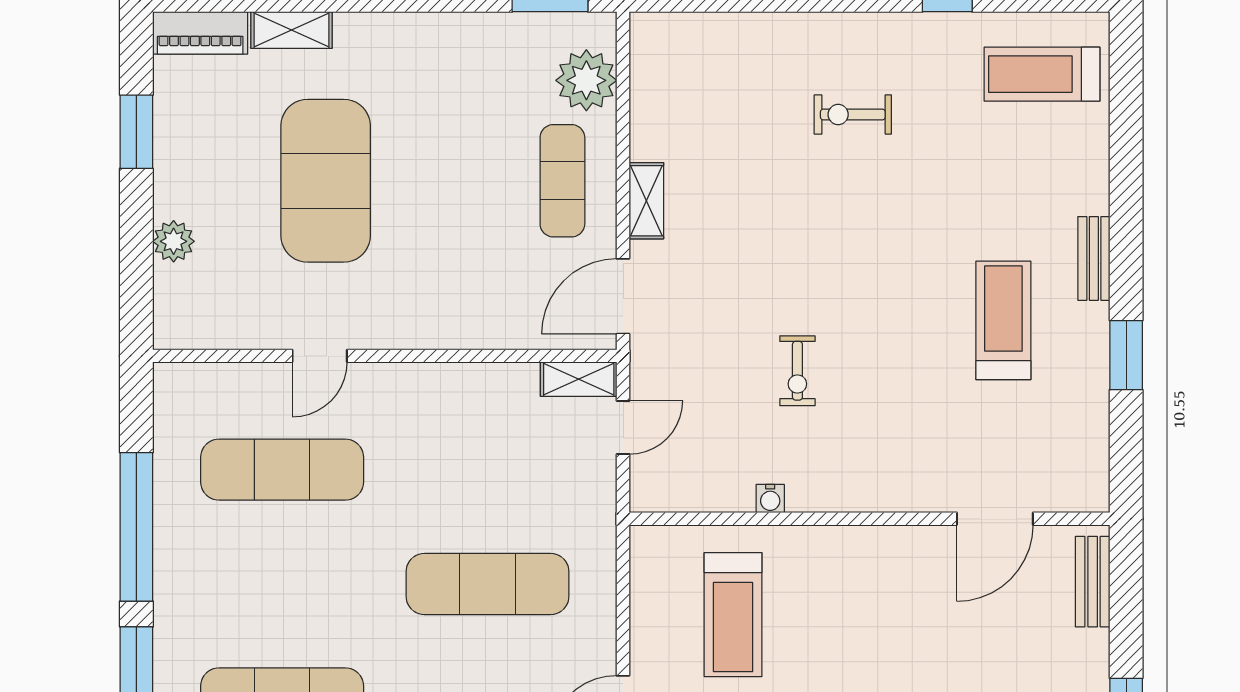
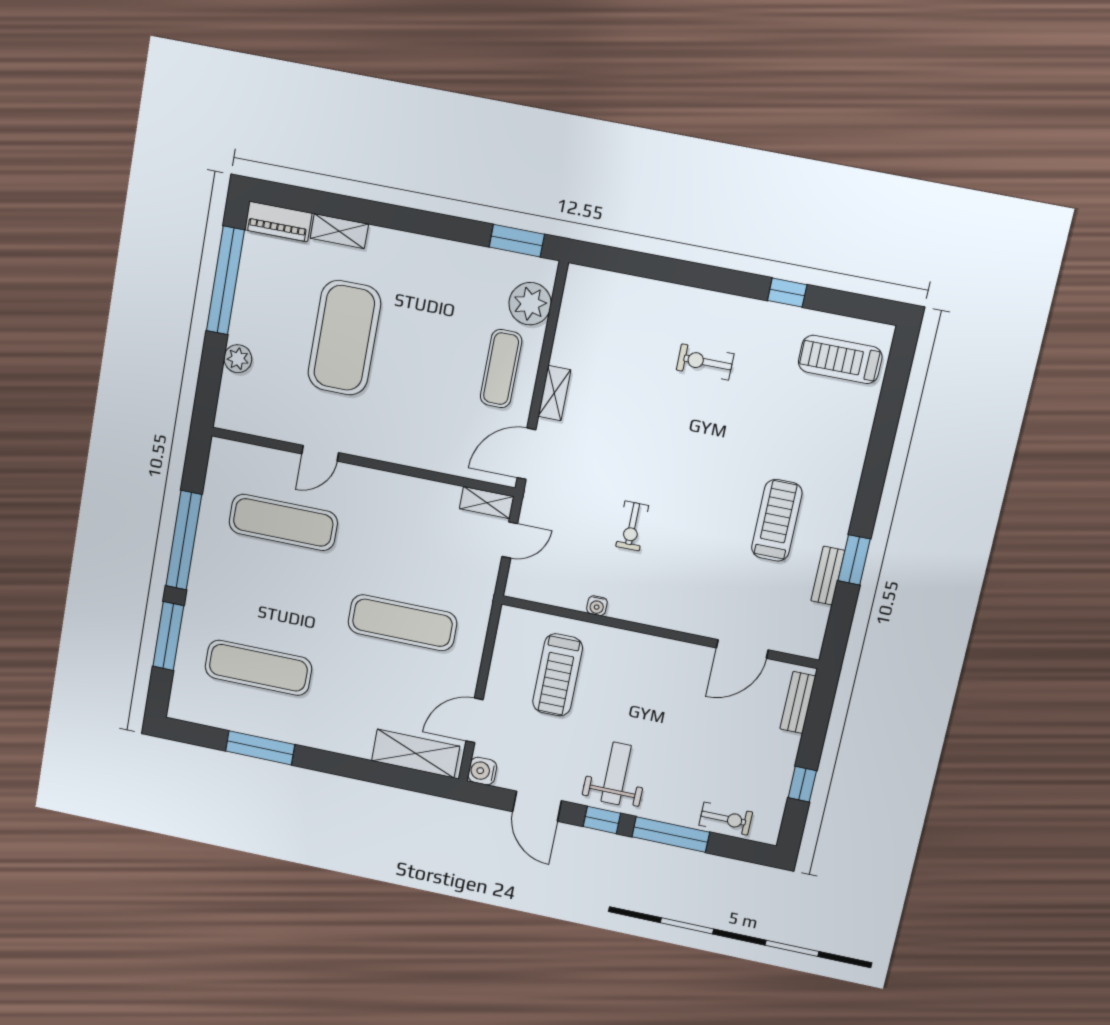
window: (136, 132) -> (225, 280), width x2.11
bench: (1094, 258) -> (828, 576), moved

